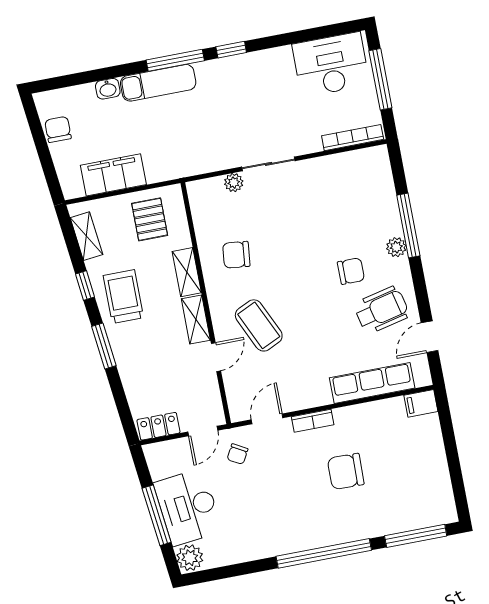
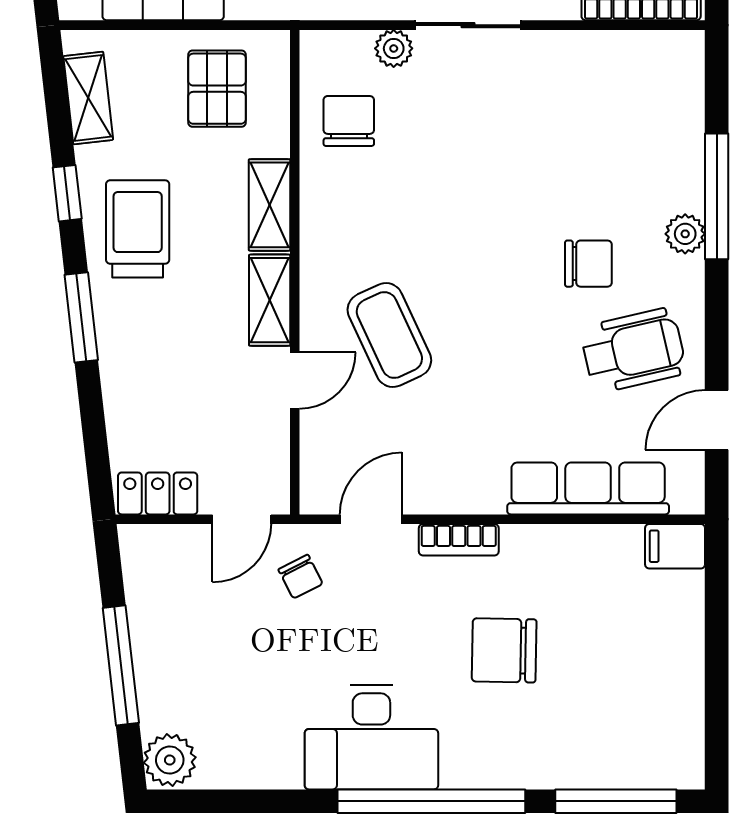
chair: (236, 255) -> (349, 121), moved, turned 84
chair: (237, 454) -> (301, 577), turned -56
desk: (188, 507) -> (371, 737), moved, turned -84

